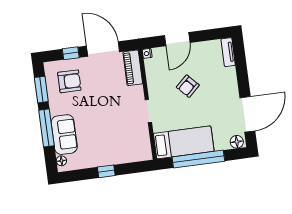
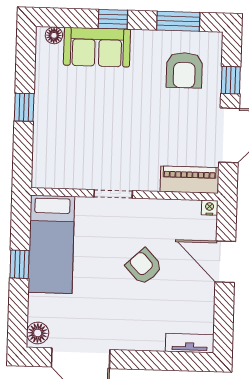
window: (46, 128) -> (113, 19), width x0.46
window: (198, 159) -> (19, 264), width x0.32

